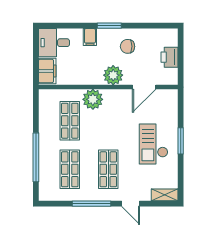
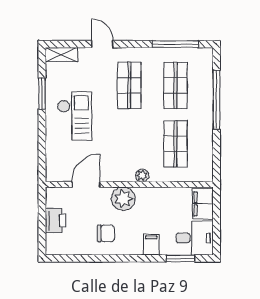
window: (109, 26) -> (180, 258), moved
plant: (93, 99) -> (142, 175), width x0.53, depth x0.53
window: (181, 141) -> (42, 94), moved
window: (91, 204) -> (175, 44), moved

